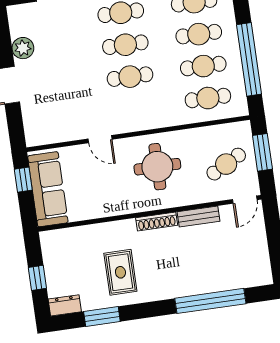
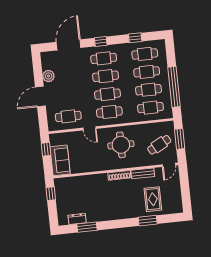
cafe table: (135, 109) -> (109, 112), added
cafe table: (61, 119) -> (68, 116), added
sofa: (48, 189) -> (60, 160), width x0.73
rug: (120, 272) -> (153, 199), moved
window: (37, 278) -> (51, 194), moved
window: (210, 301) -> (148, 221), width x0.47
dresser: (65, 305) -> (77, 219), moved

